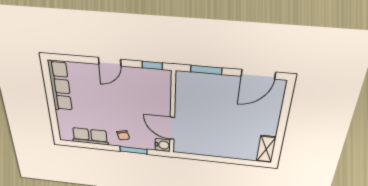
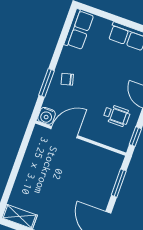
wheelchair: (138, 88) -> (117, 115), added
row of seats: (90, 136) -> (79, 30), moved

